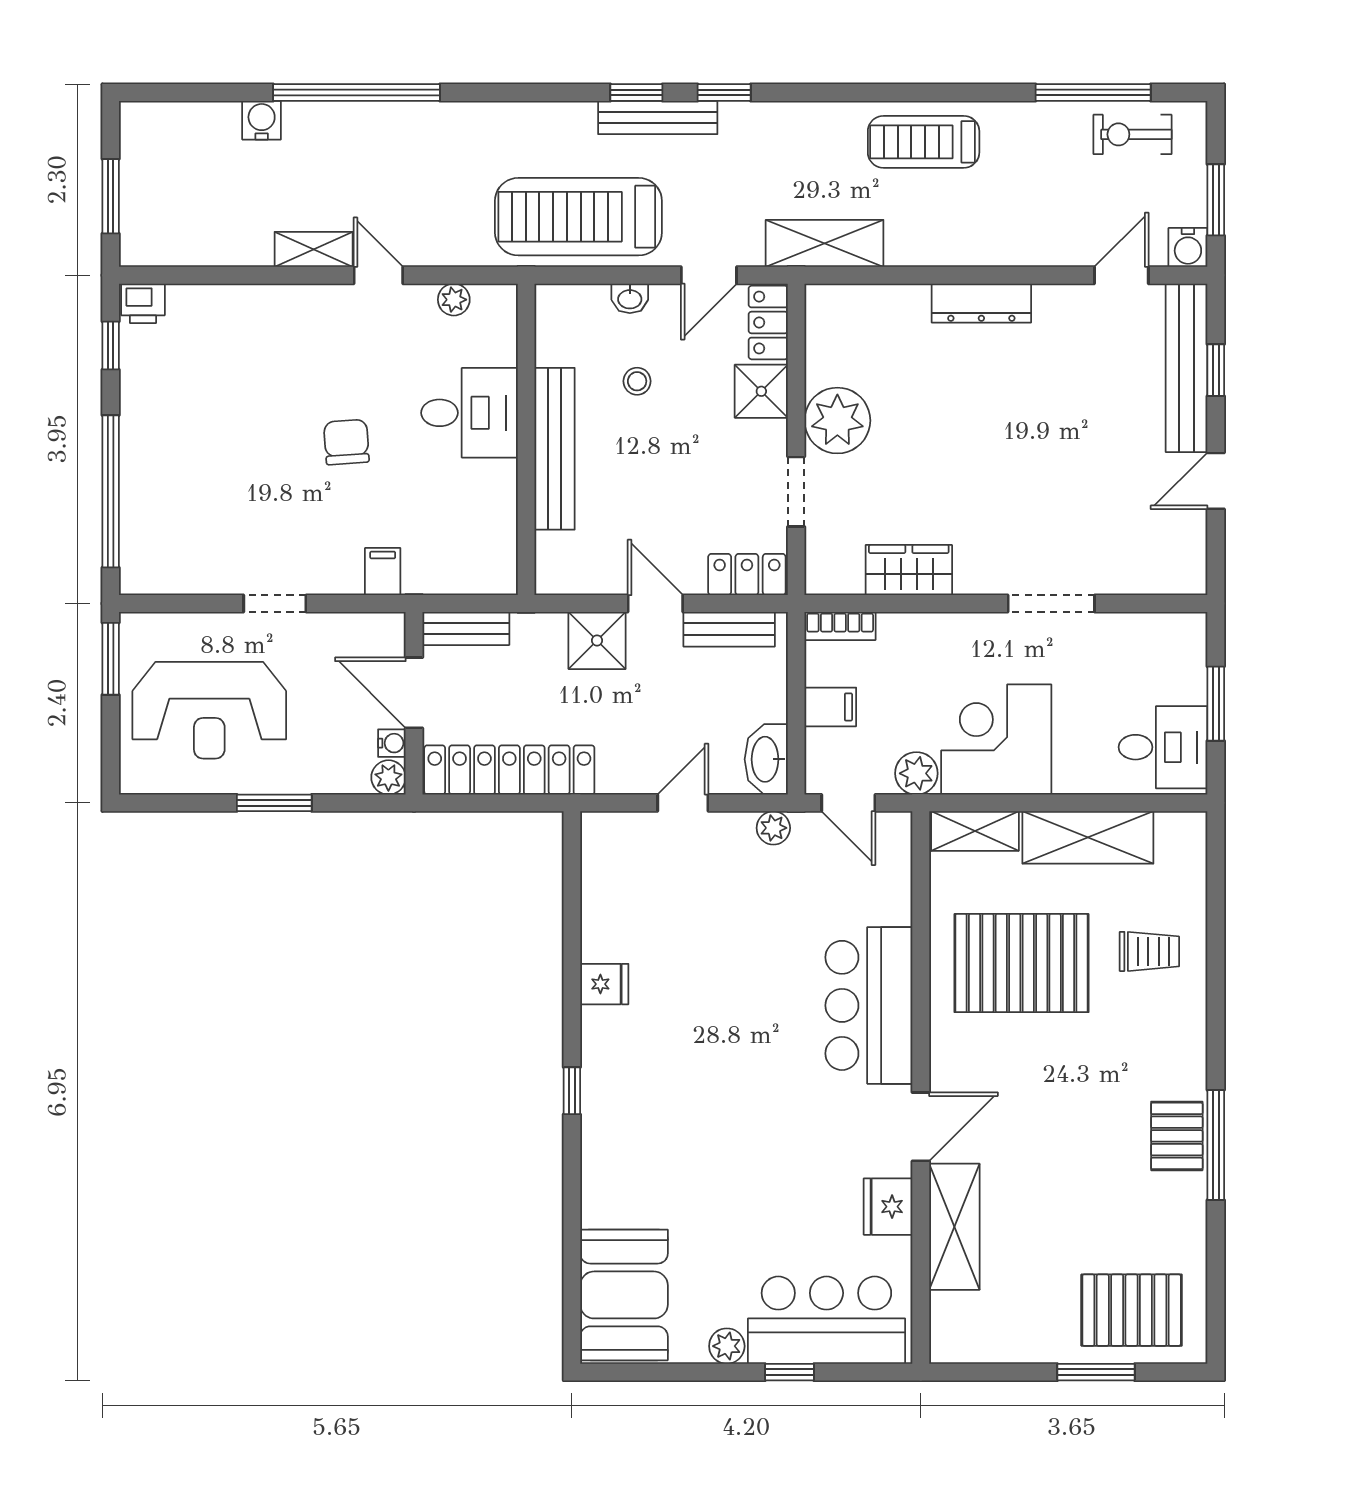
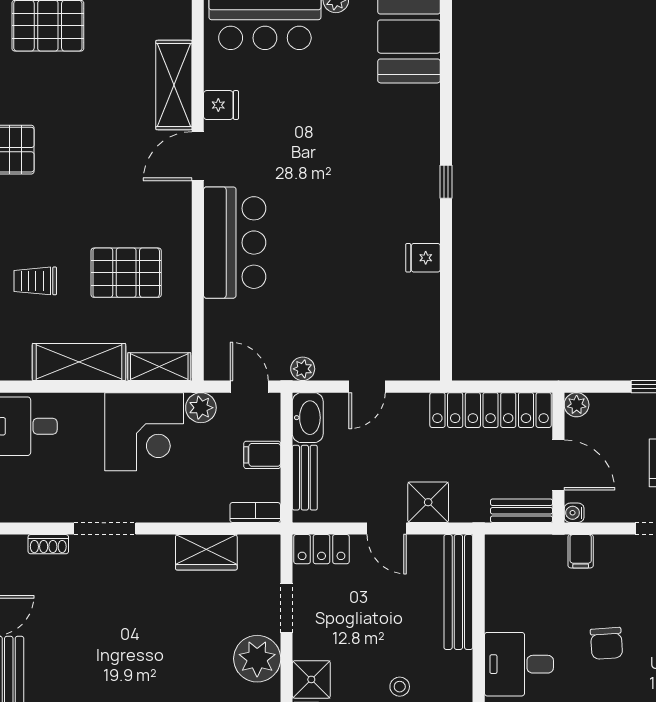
bench: (555, 449) -> (458, 592), moved
shoe rack: (1131, 581) -> (48, 544), added
bench: (729, 629) -> (305, 478), moved, turned 90
water cooler: (392, 743) -> (574, 513), moved
pallet: (1022, 963) -> (126, 273), width x0.73, depth x0.71
fridge: (888, 1207) -> (221, 105), width x0.72

